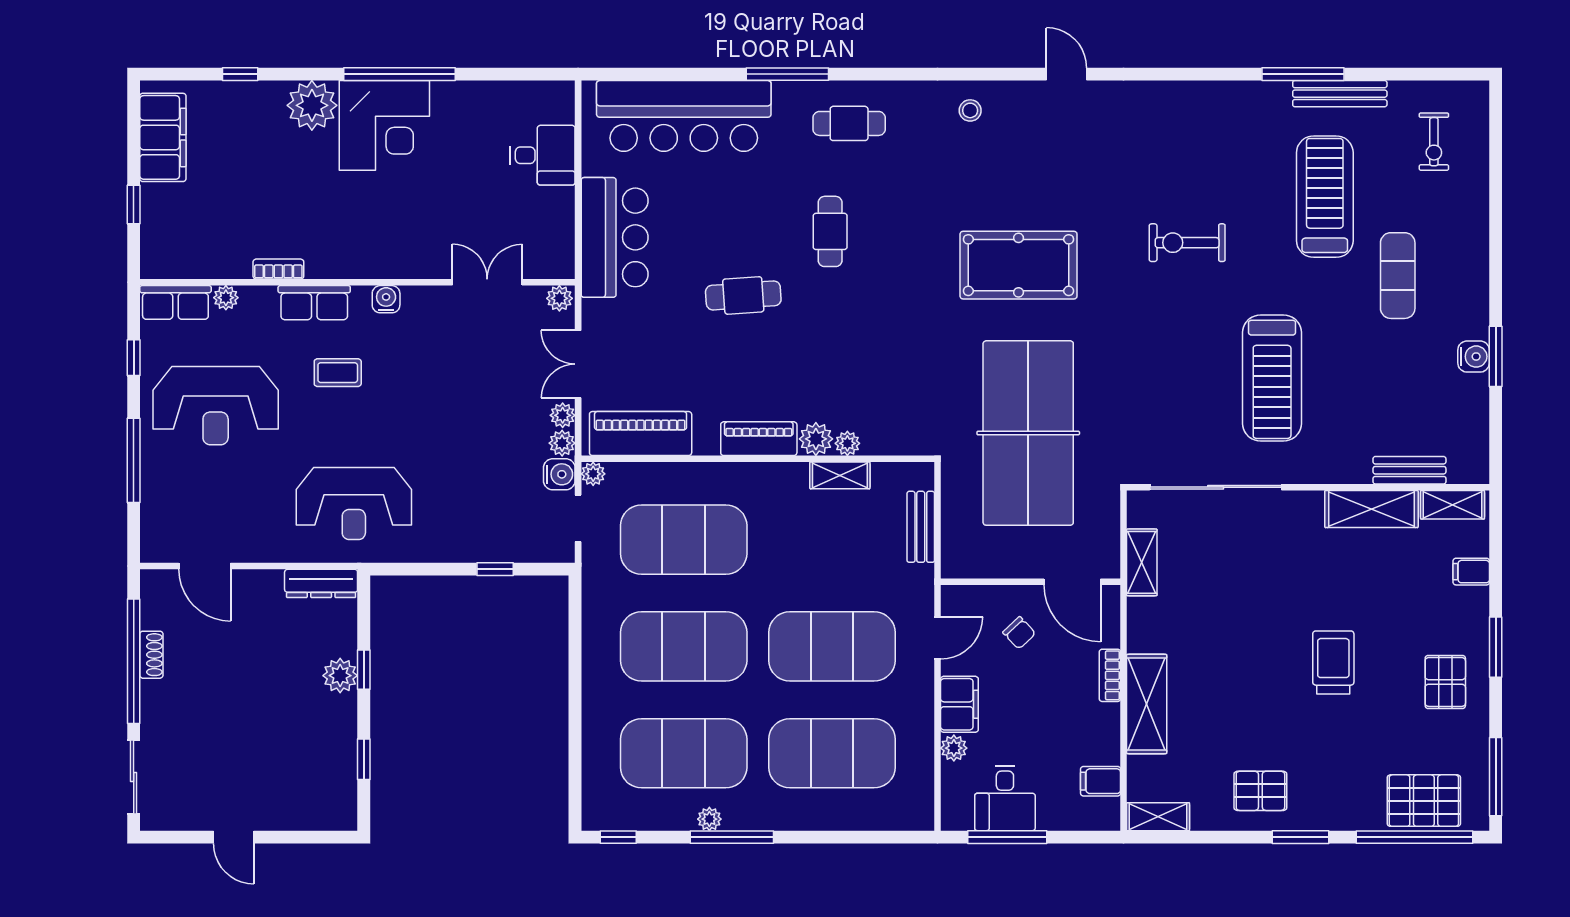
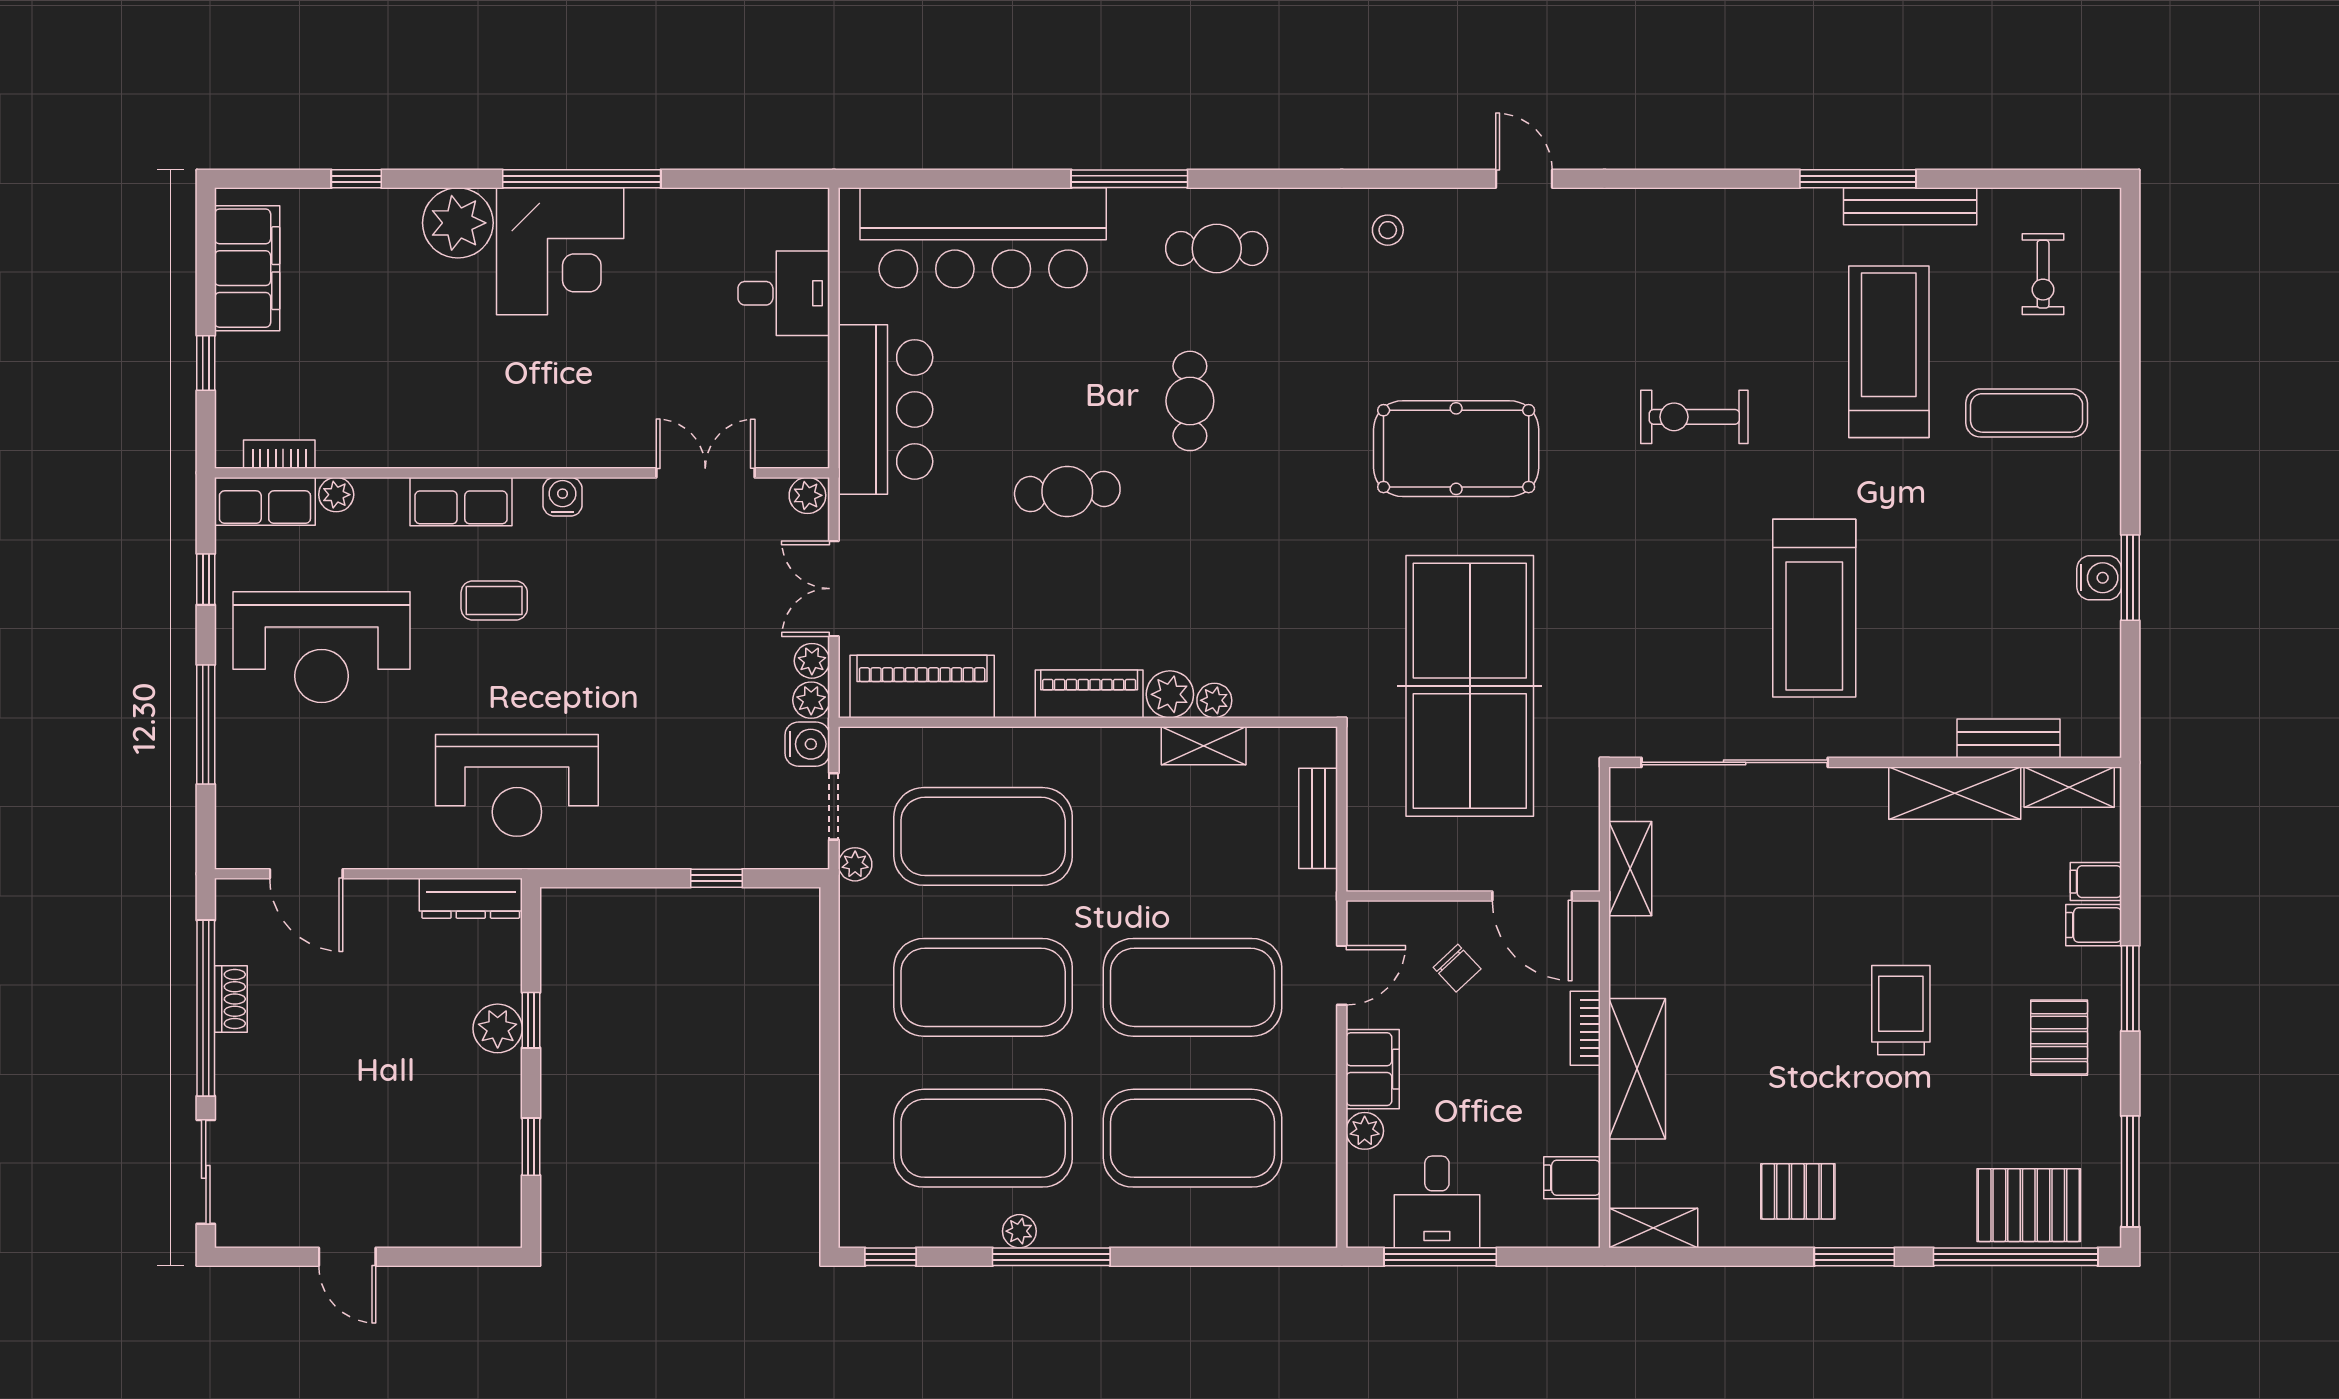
bookcase: (278, 269) -> (279, 454), moved
exercise mat: (1398, 276) -> (2027, 413), moved, turned 90
plant: (593, 474) -> (855, 864), moved
filing cabinet: (1470, 602) -> (2094, 925), added

